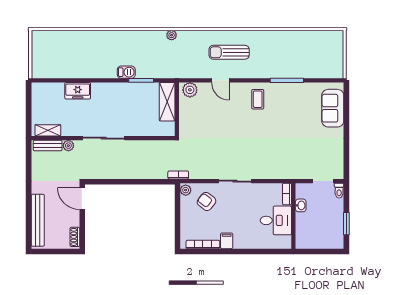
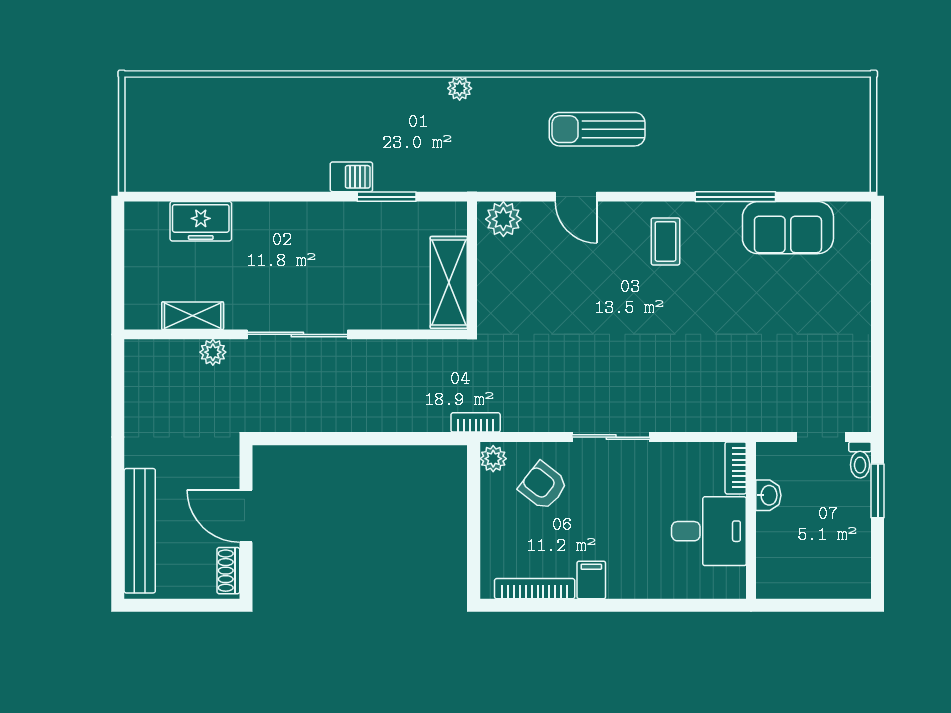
freezer: (78, 91) -> (201, 221), moved
shelving: (167, 102) -> (449, 282), moved
sofa: (333, 108) -> (788, 228), moved, turned -90
shelving: (48, 130) -> (193, 316), moved
bench: (48, 146) -> (163, 352), removed
door: (82, 199) -> (246, 516), moved
window: (346, 224) -> (878, 491), moved

